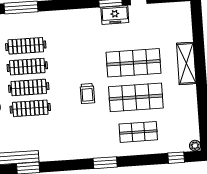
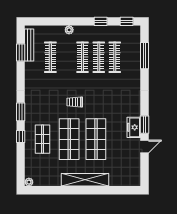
shelving: (186, 63) -> (85, 180), width x1.47
clothes rail: (30, 108) -> (50, 57), moved
window: (176, 158) -> (21, 136), moved

